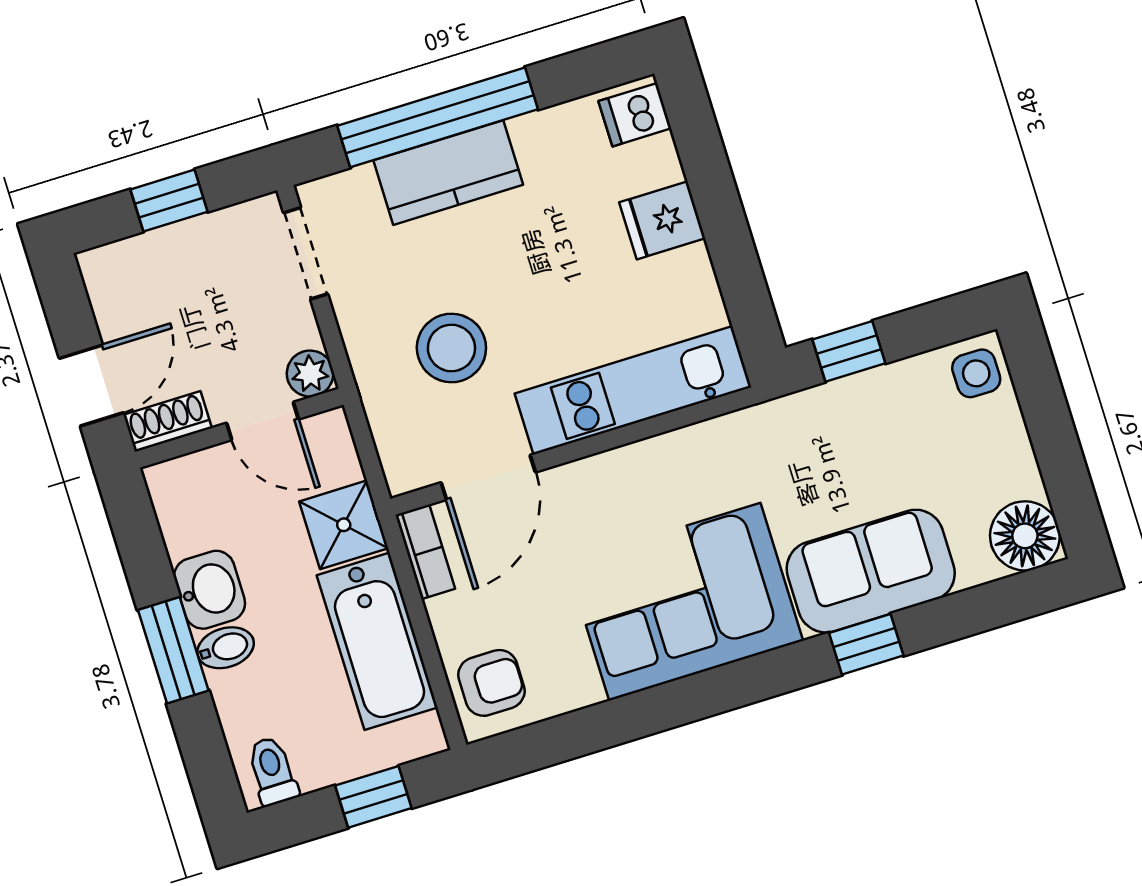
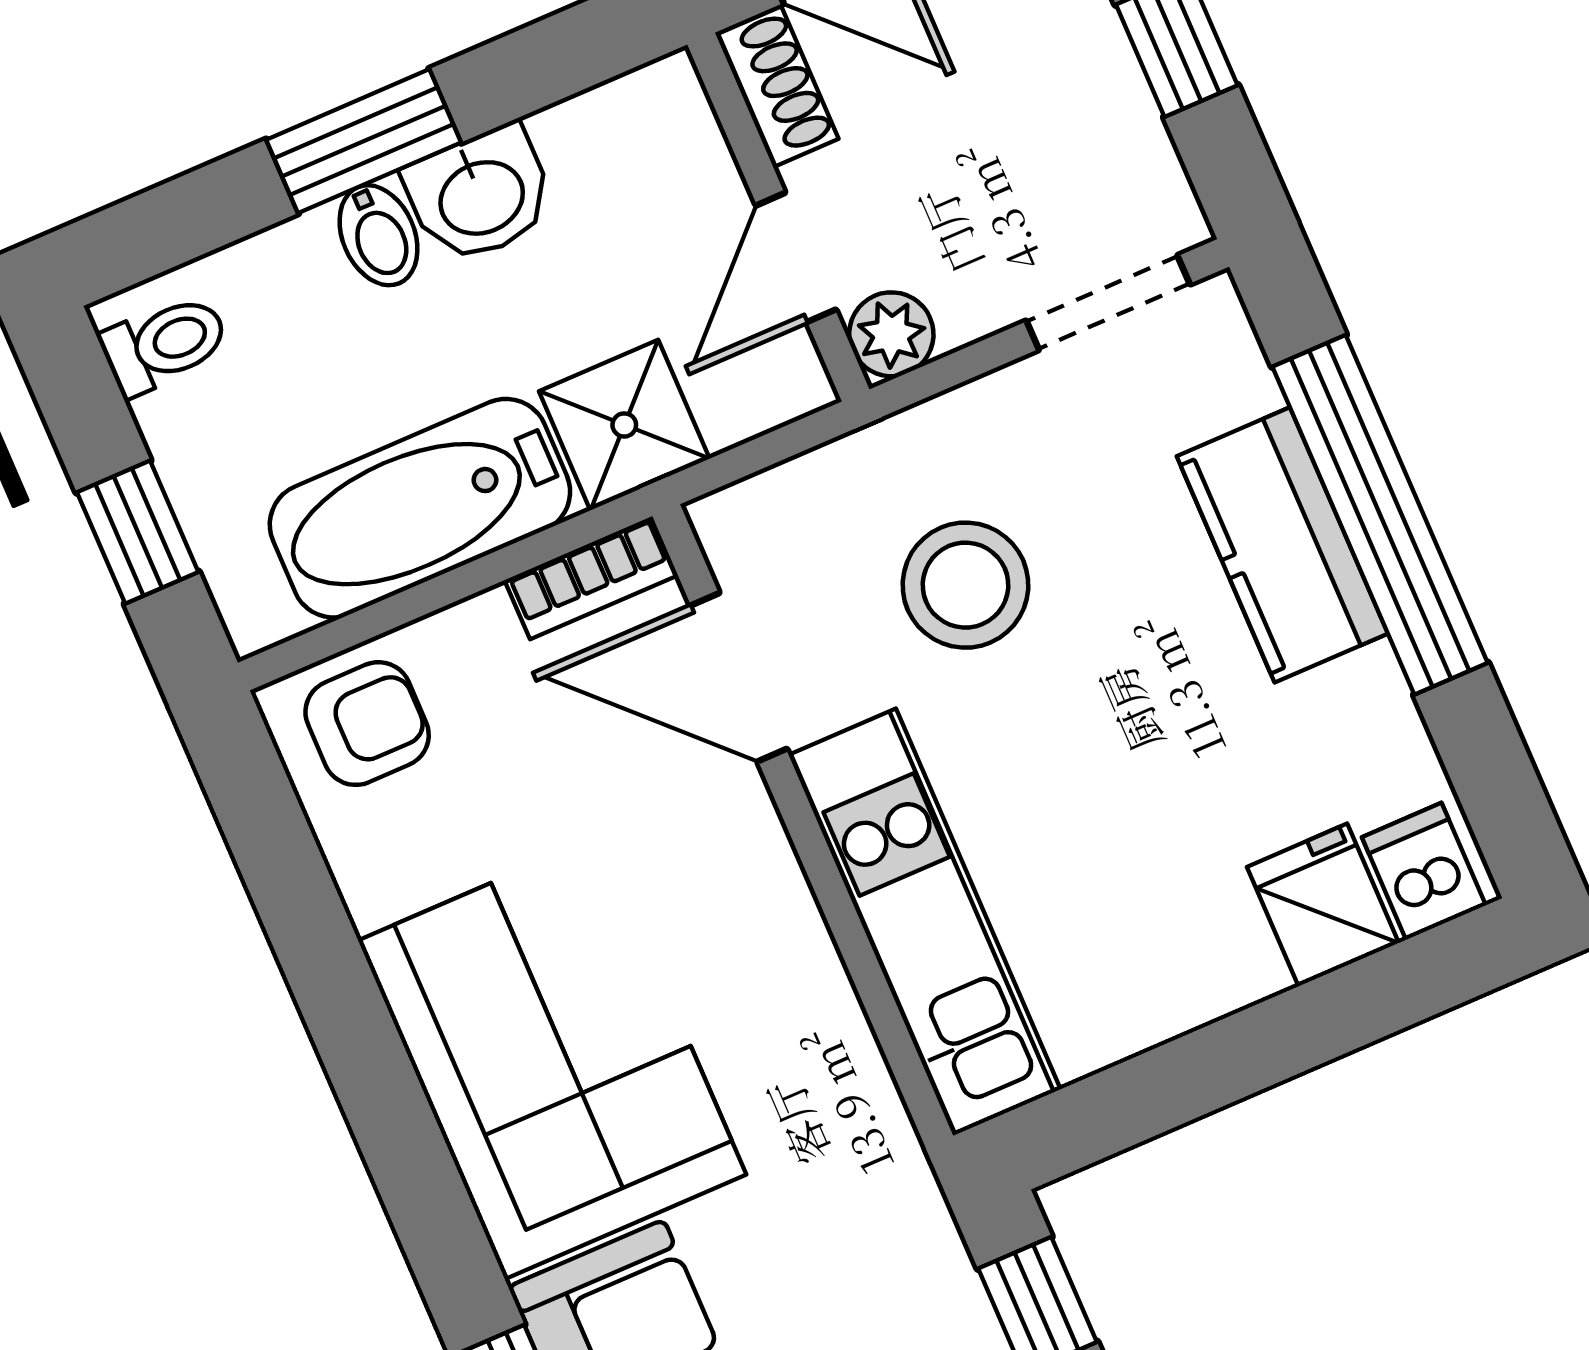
fridge: (662, 220) -> (1323, 905), moved
armchair: (491, 683) -> (367, 724), turned -90

